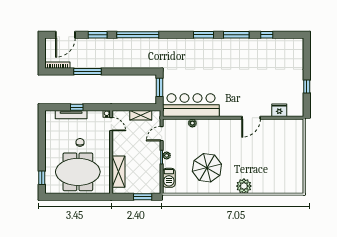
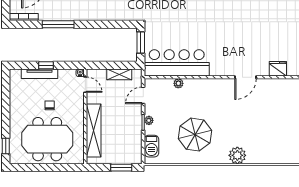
shelving: (119, 172) -> (94, 131), width x1.47

